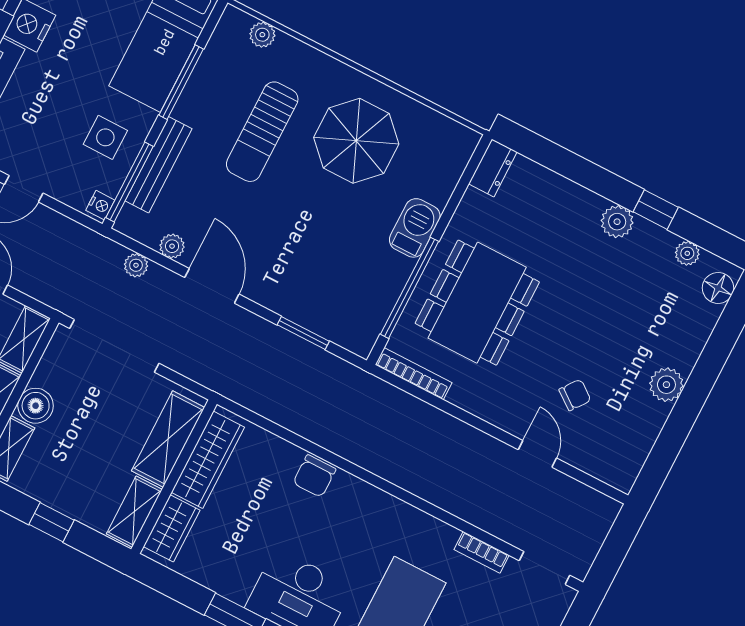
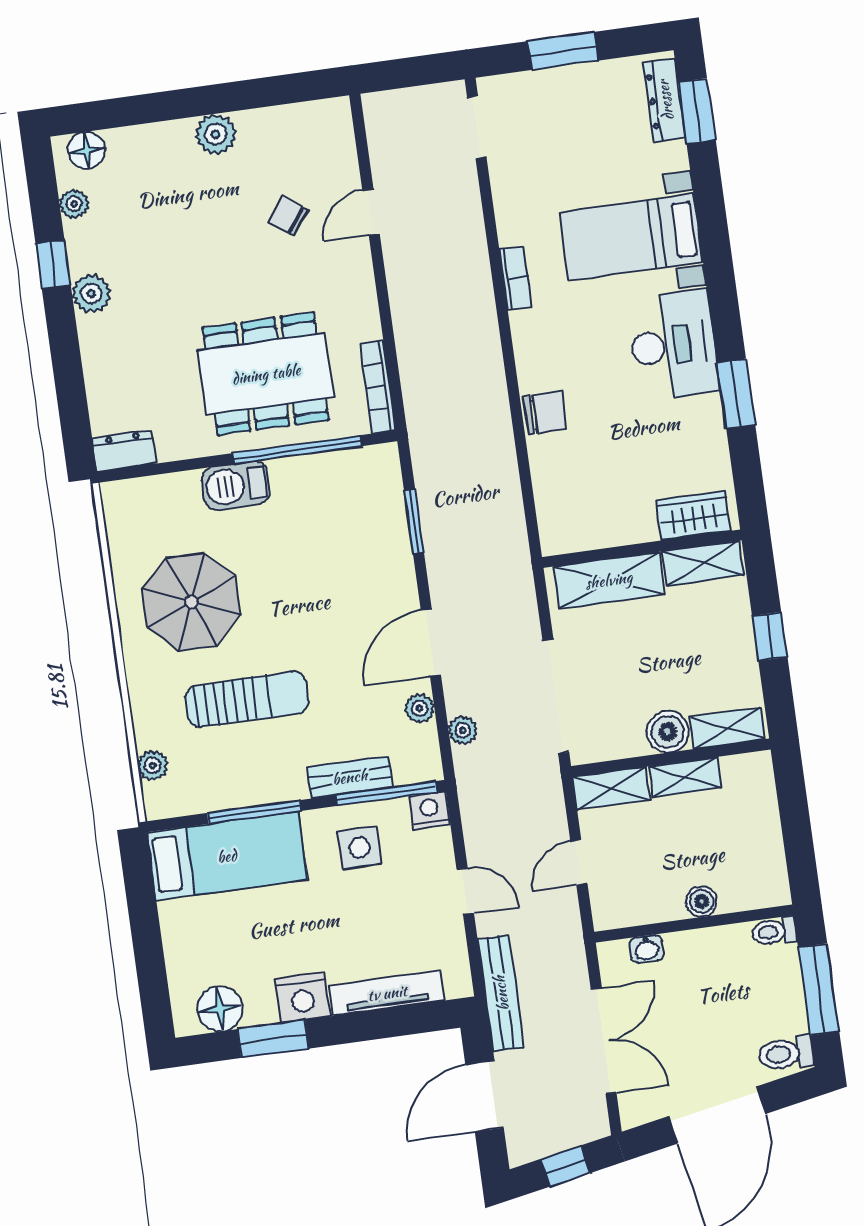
bench: (159, 165) -> (350, 777), width x0.73
nightstand: (100, 205) -> (430, 810), width x1.39, depth x1.35
wardrobe: (208, 460) -> (602, 527), removed
bookcase: (482, 552) -> (516, 278), moved

